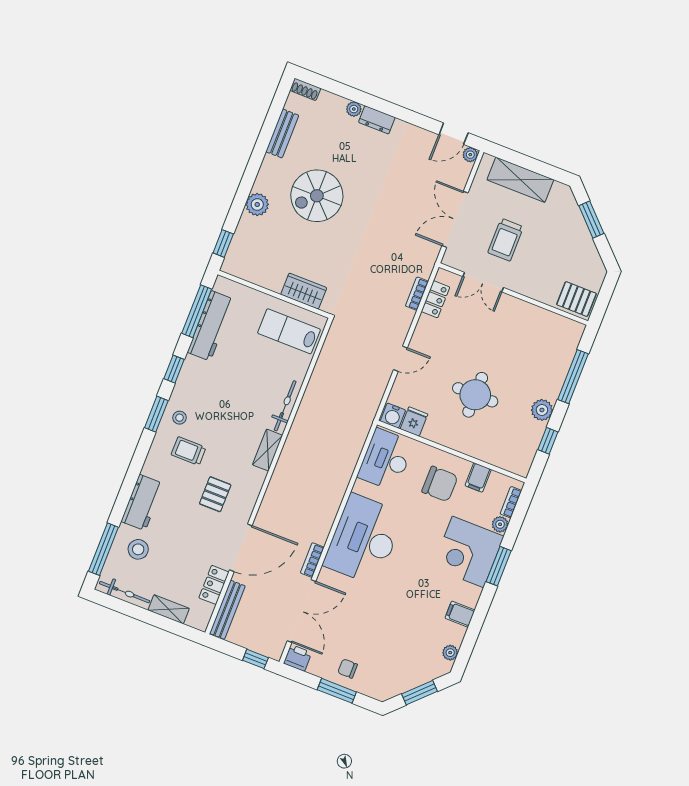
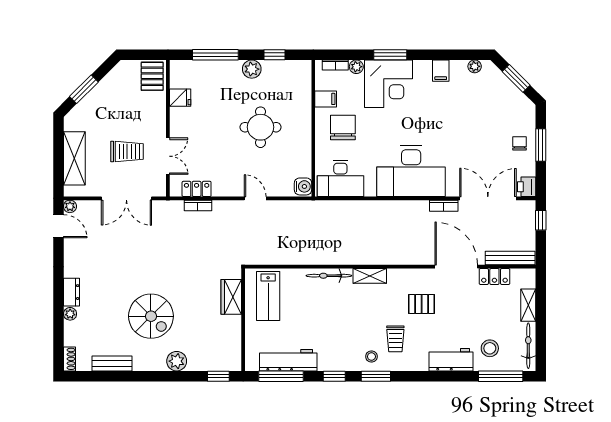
fridge: (414, 422) -> (180, 98), moved, turned 180
chair: (348, 669) -> (519, 143), turned 180

